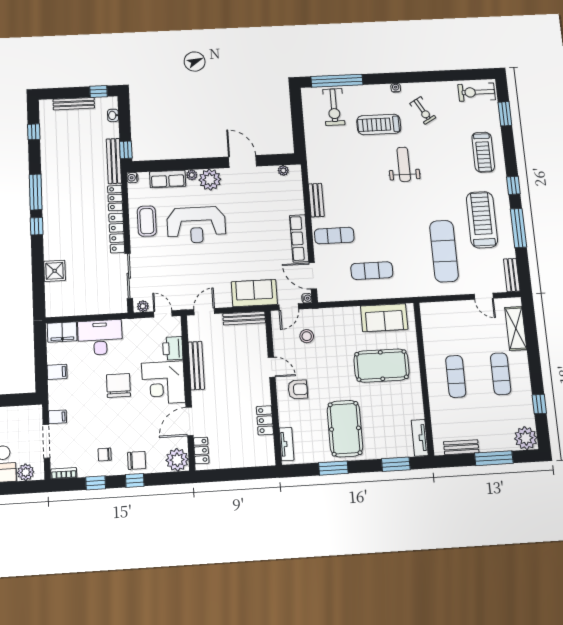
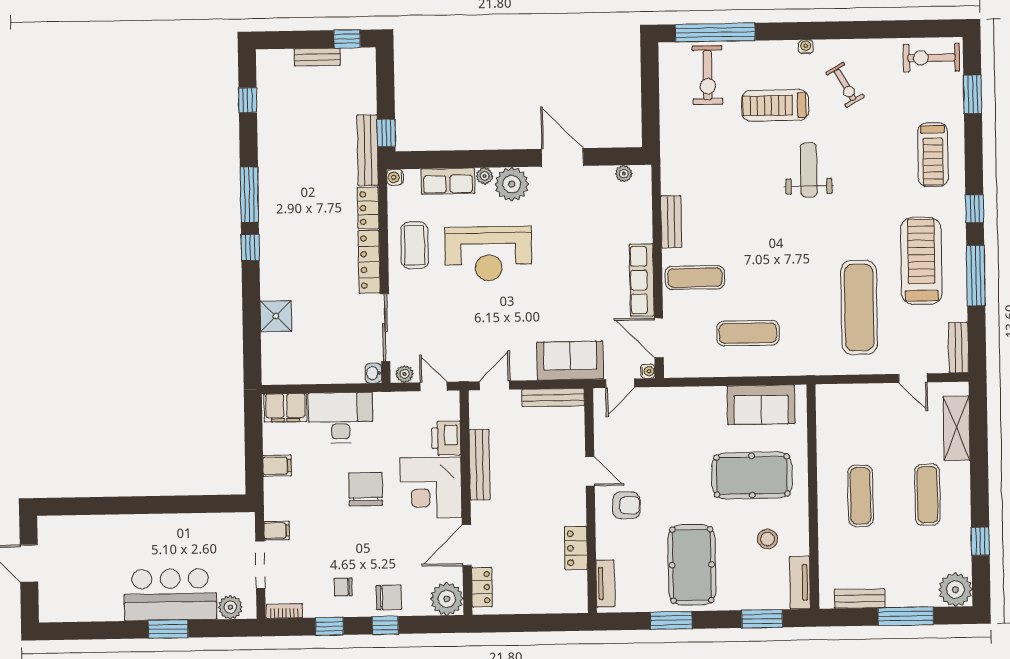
bench: (74, 104) -> (317, 57), width x0.73
washbasin: (113, 115) -> (373, 373), moved
stool: (307, 336) -> (767, 539), moved

